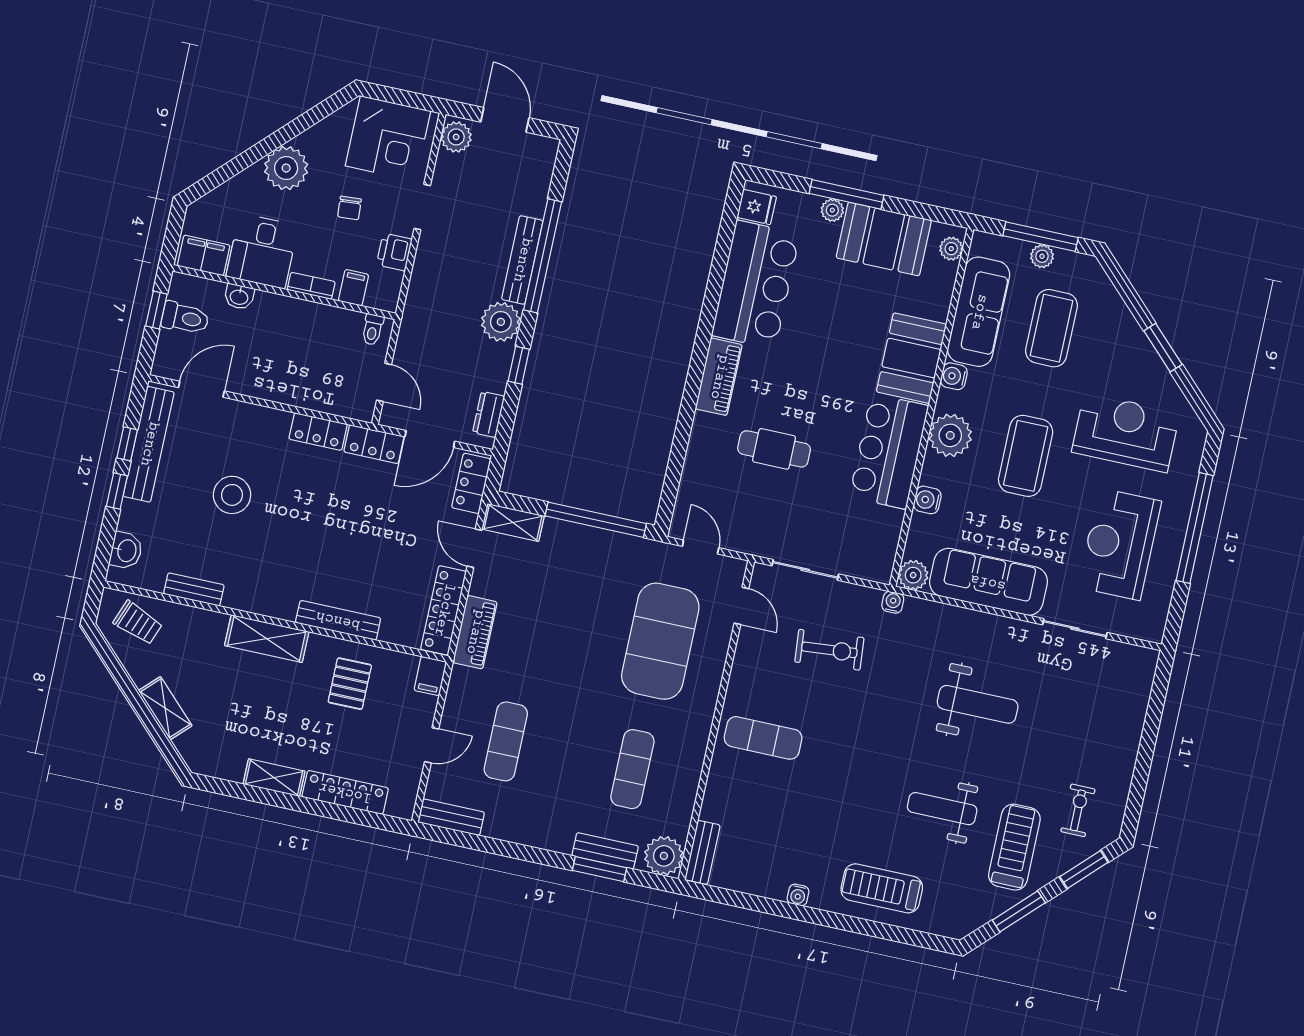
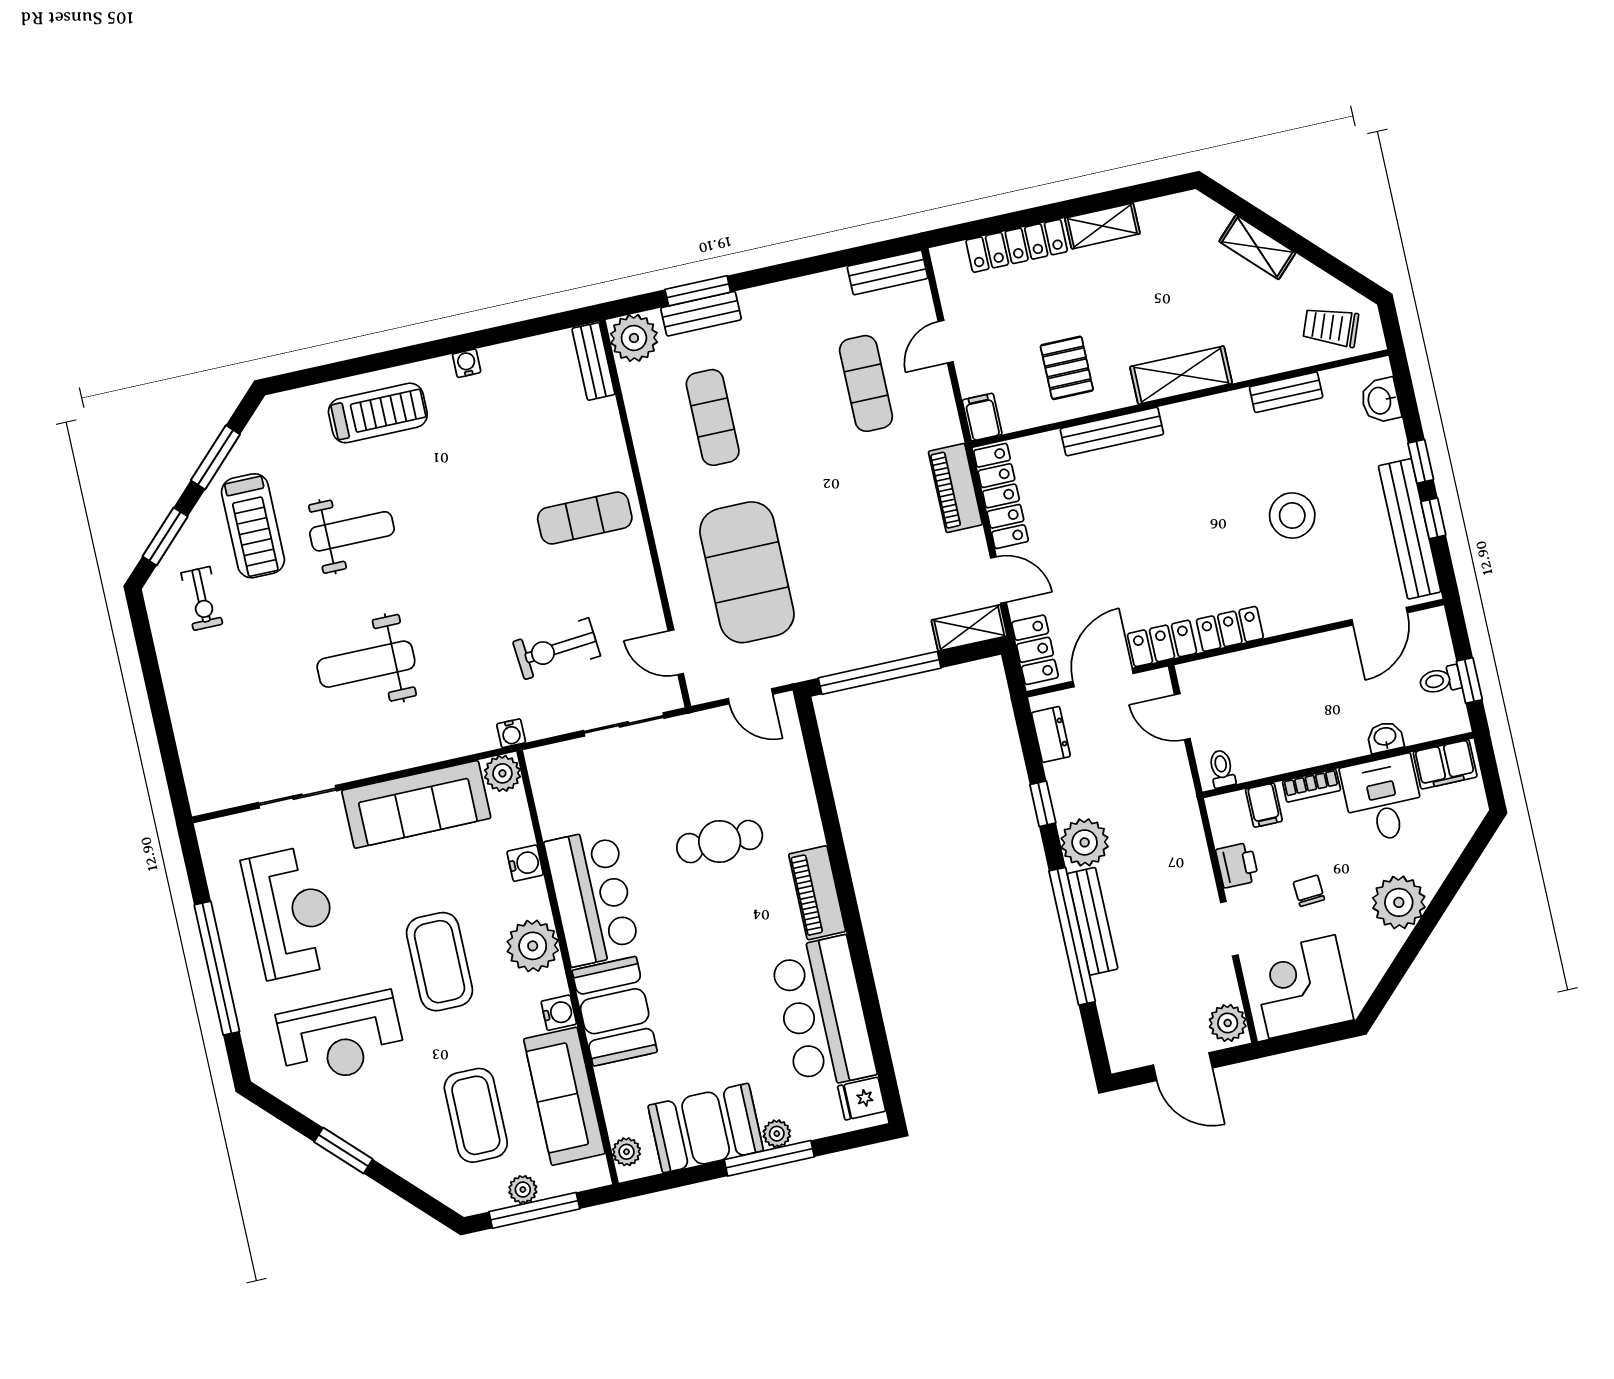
toilet: (185, 318) -> (1440, 680), width x0.73, depth x0.72

